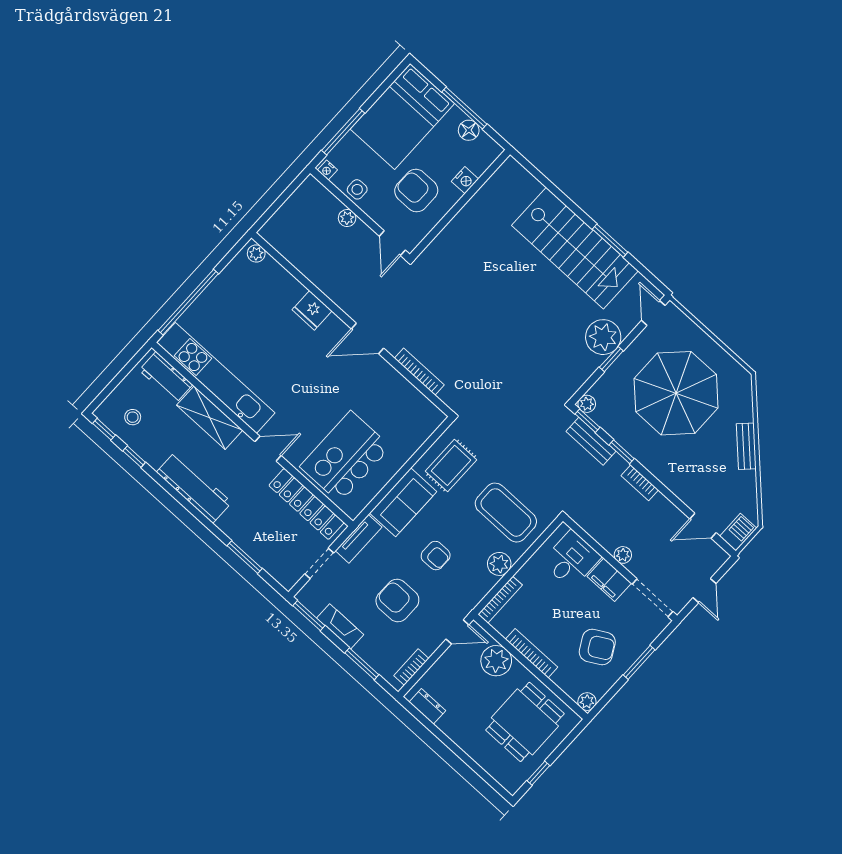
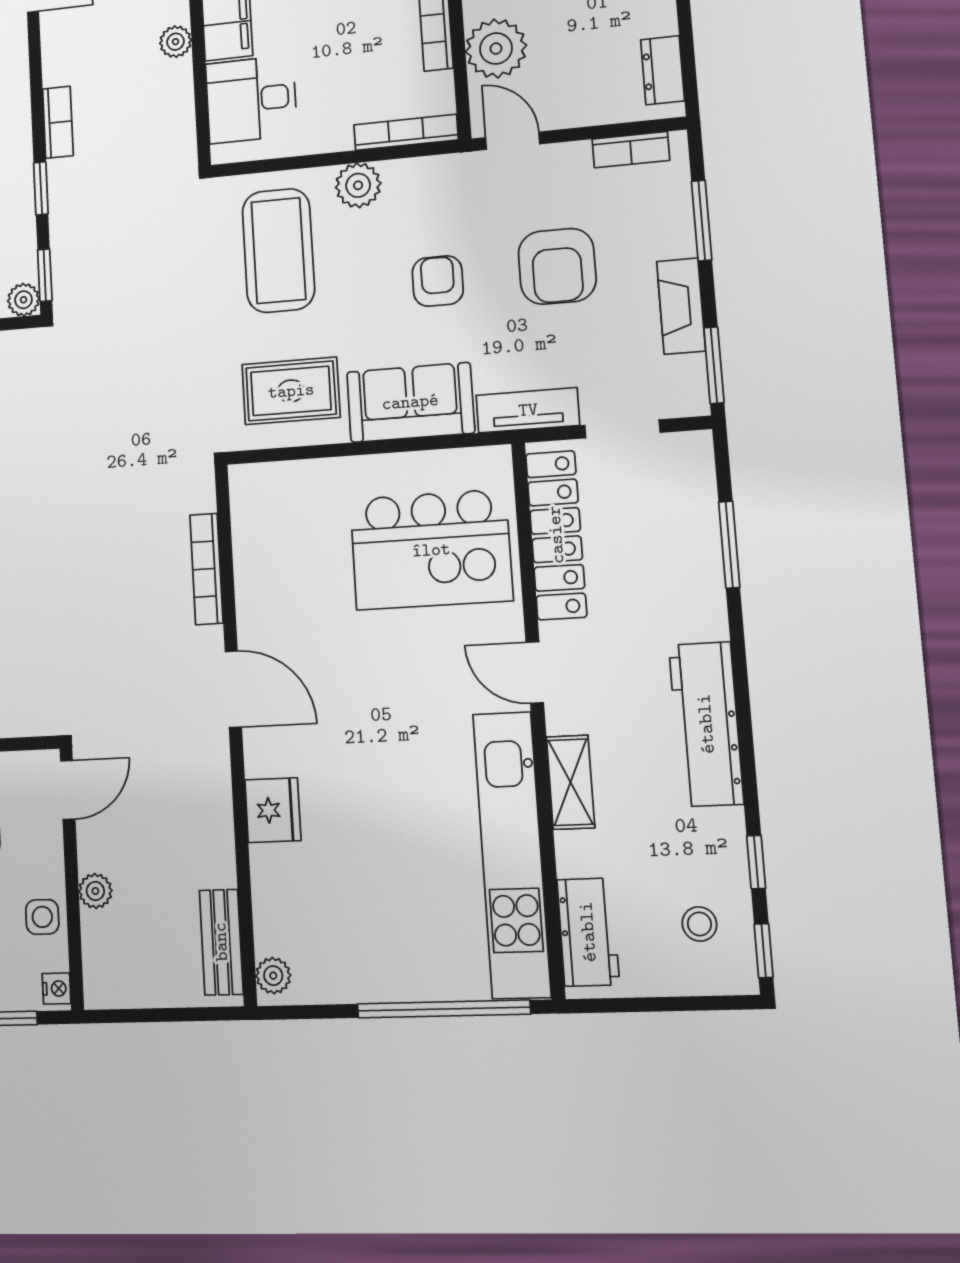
shelving: (210, 418) -> (571, 782), width x0.67, depth x0.75
bench: (591, 441) -> (221, 942), moved

